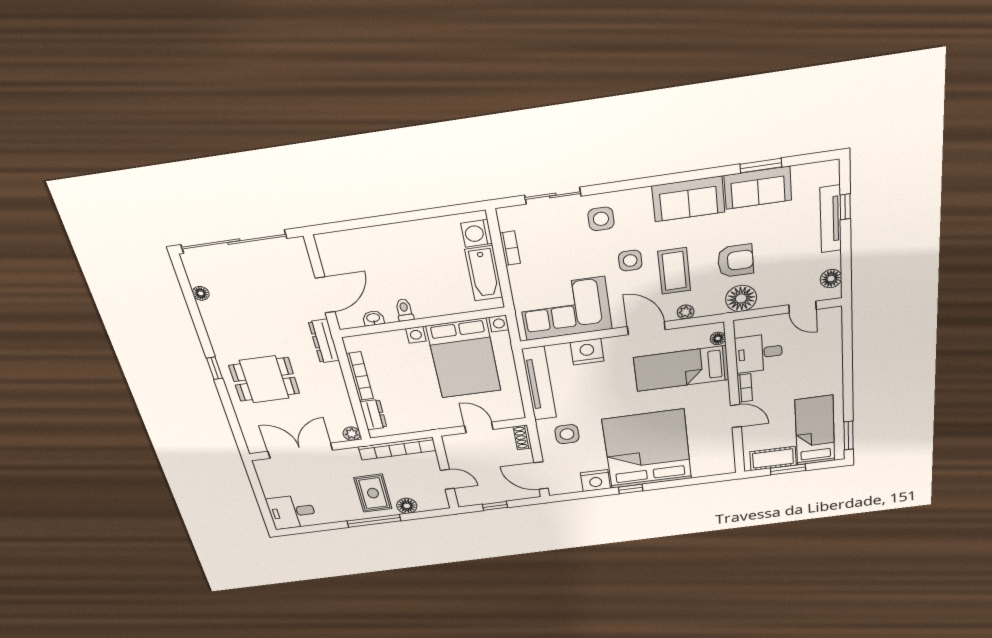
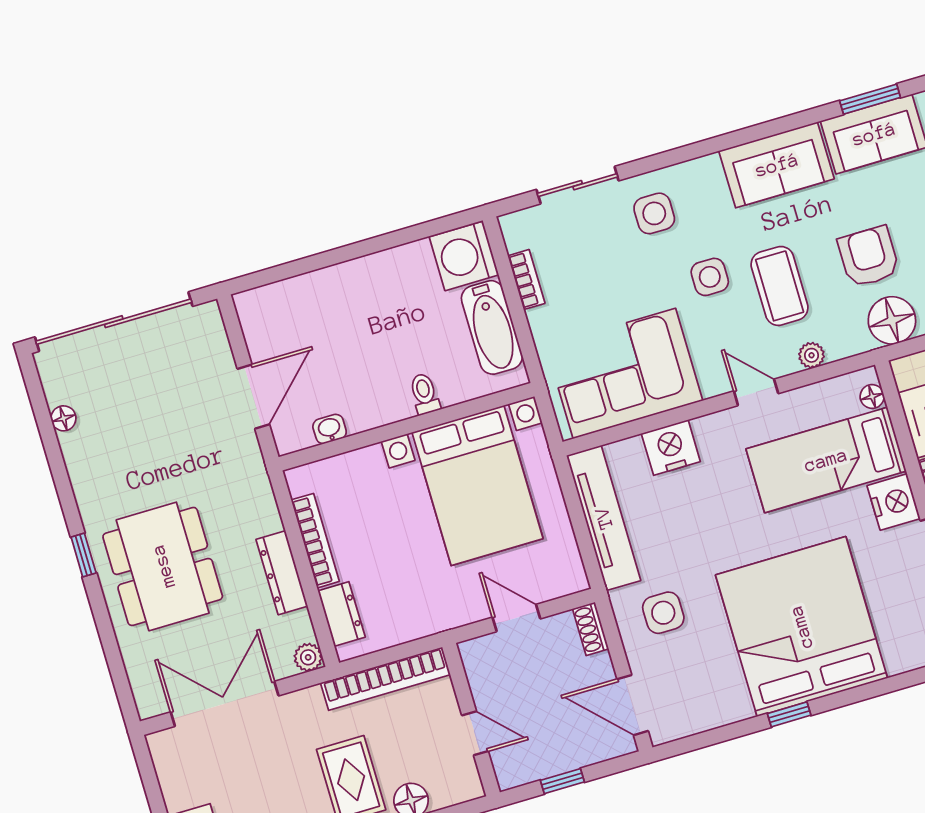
washing machine: (477, 233) -> (464, 256), width x1.37, depth x1.37
armchair: (736, 261) -> (869, 257), turned -90
toilet: (404, 310) -> (425, 394), moved
door: (646, 328) -> (756, 392), width x0.73
dresser: (324, 341) -> (282, 573), moved
dining table: (264, 379) -> (163, 566), width x1.38
nightstand: (595, 481) -> (894, 502), moved, turned -90

